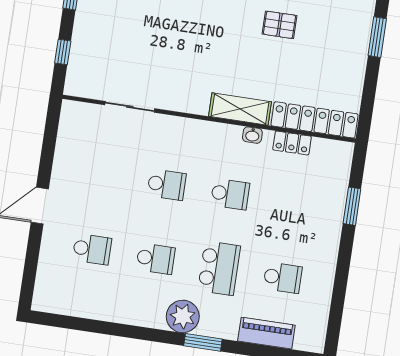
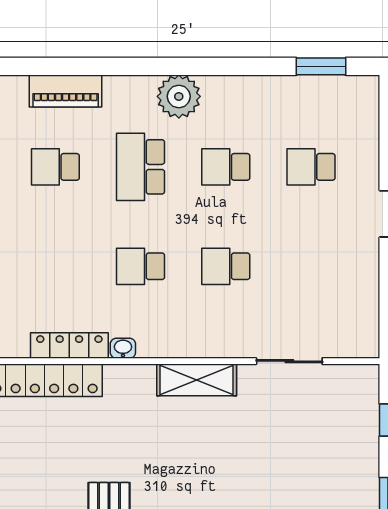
shelving: (240, 109) -> (197, 380), moved
locker: (292, 143) -> (69, 345), width x1.53
window: (203, 342) -> (321, 66), moved

